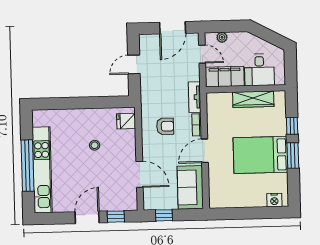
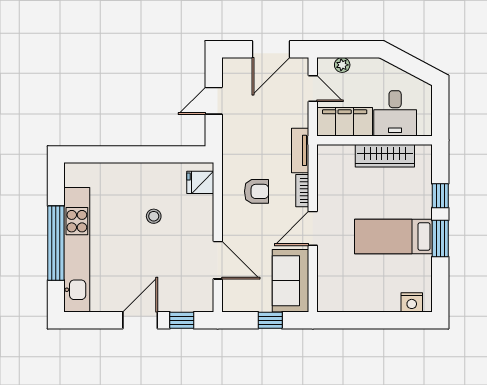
bed: (260, 155) -> (393, 237), width x0.67
window: (164, 215) -> (270, 320), moved

